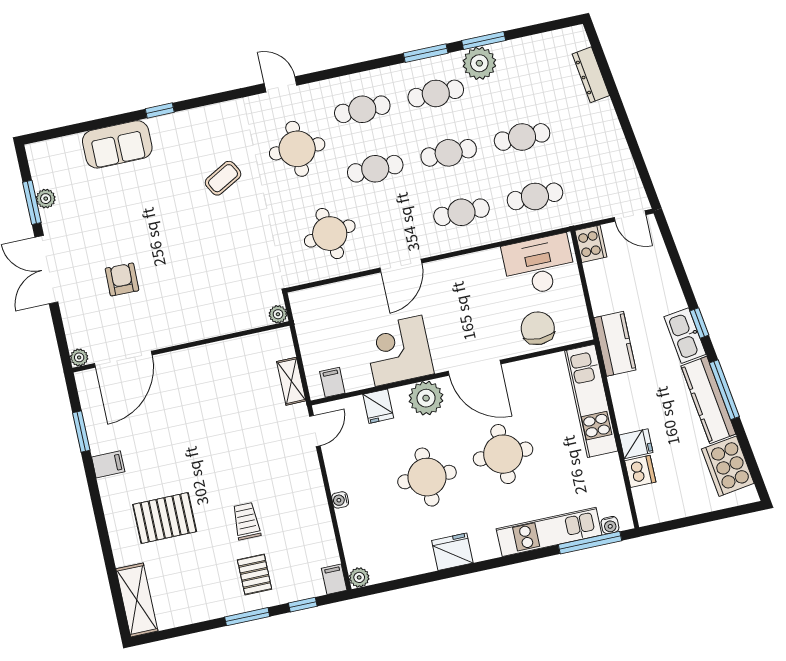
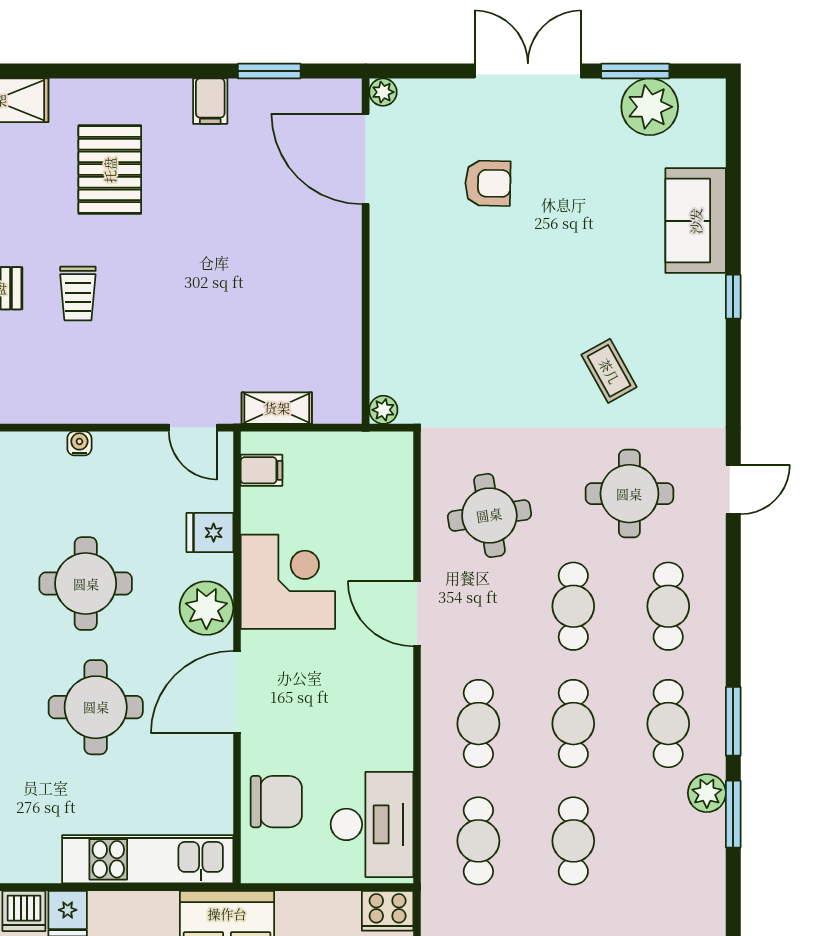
plant: (479, 63) -> (707, 793), width x0.73, depth x0.73
plant: (46, 199) -> (650, 107), width x1.87, depth x1.87
trolley: (246, 521) -> (78, 293), turned 90

